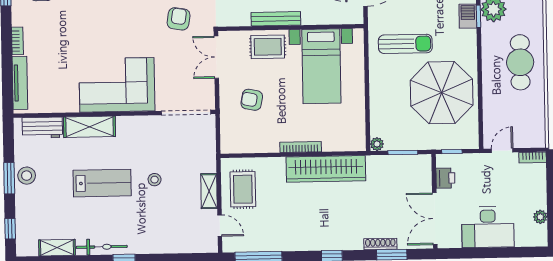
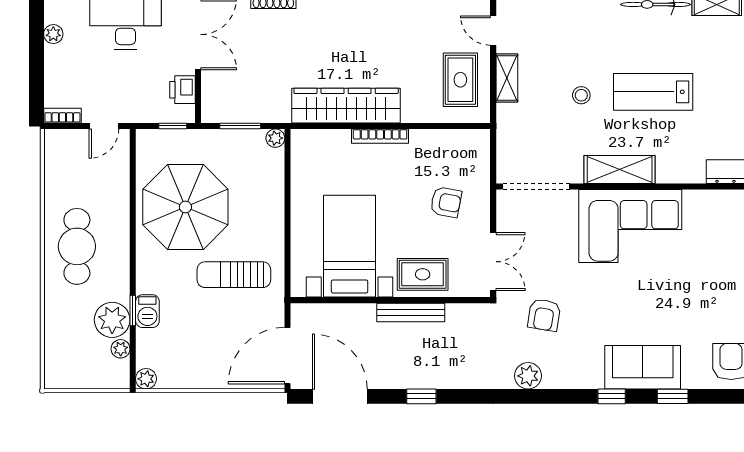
shelving: (90, 127) -> (620, 169), moved

